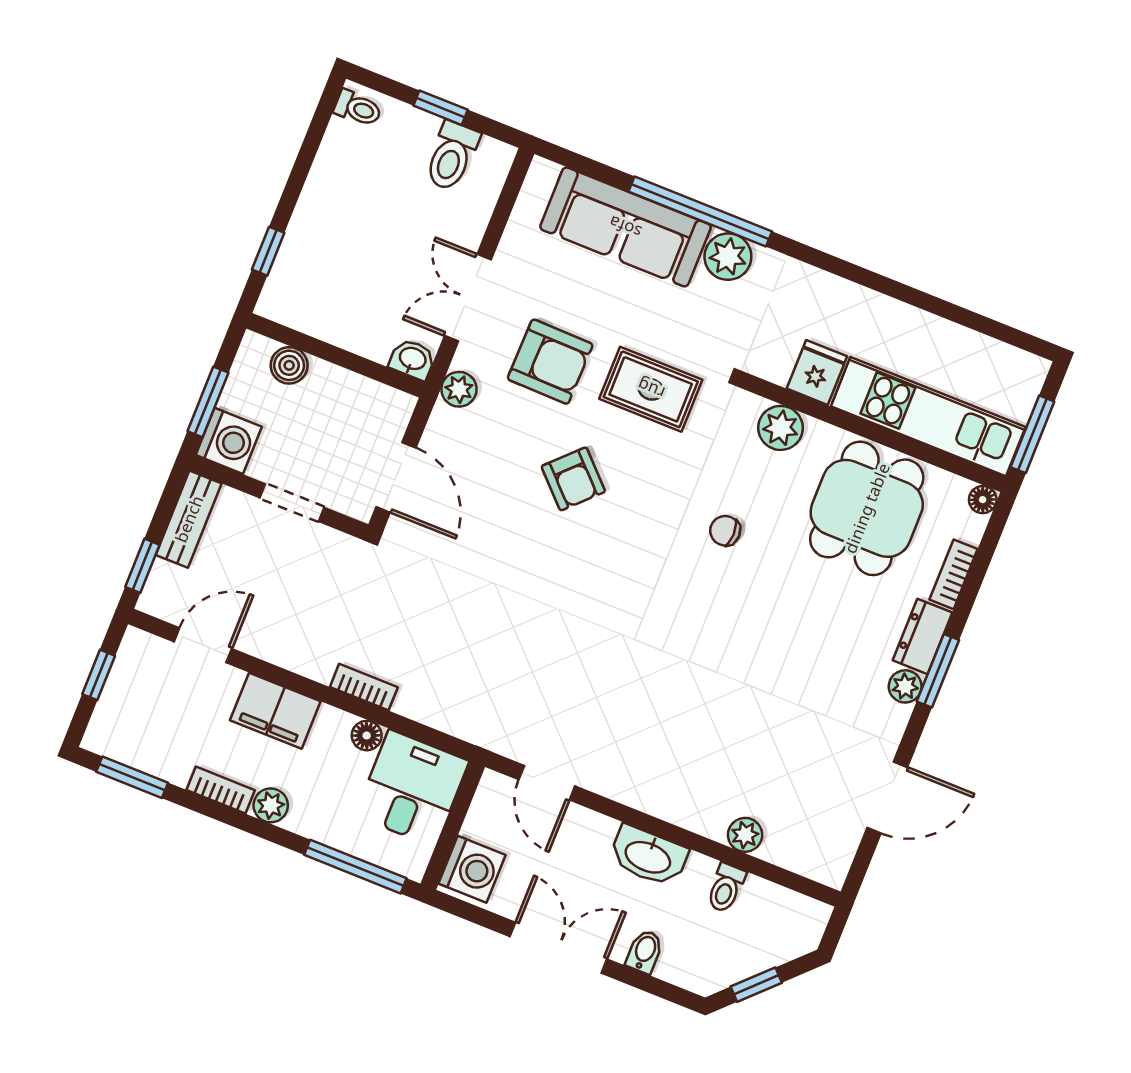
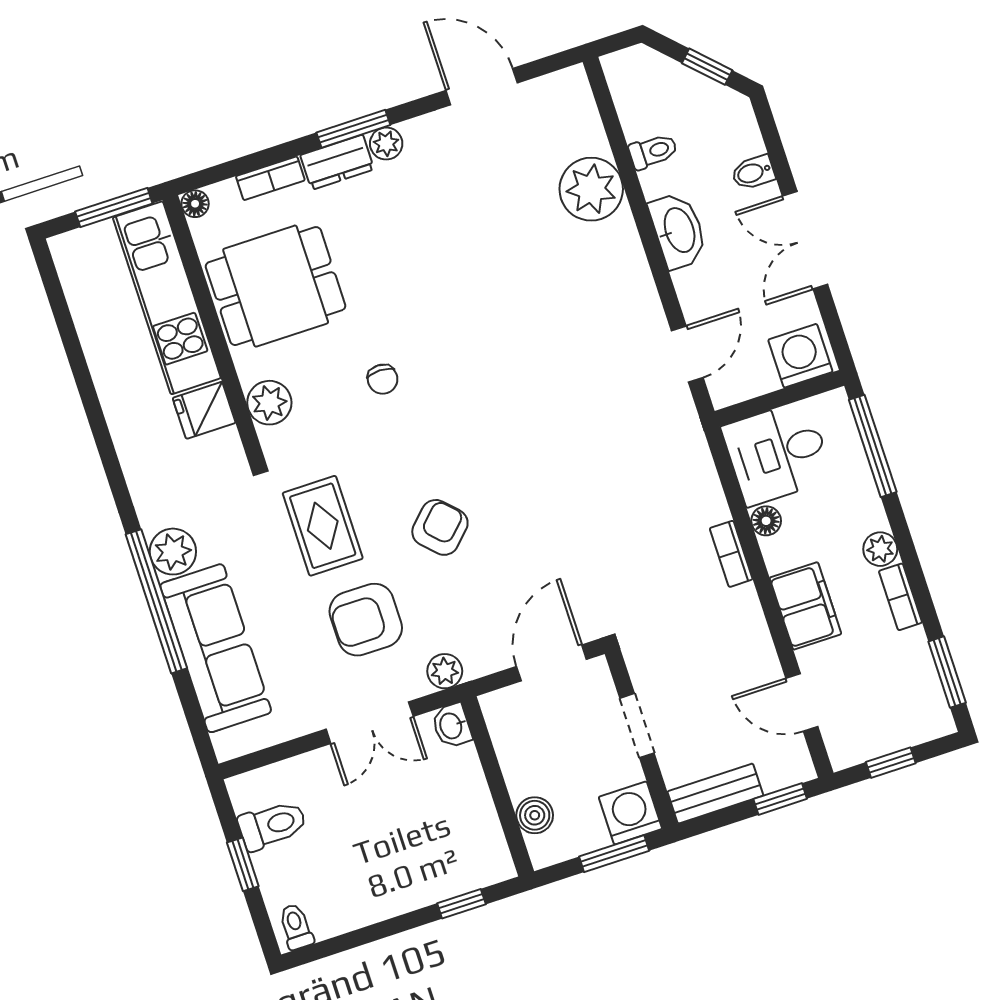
armchair: (550, 362) -> (366, 620), turned -91
plant: (745, 835) -> (591, 189), width x1.88, depth x1.88

